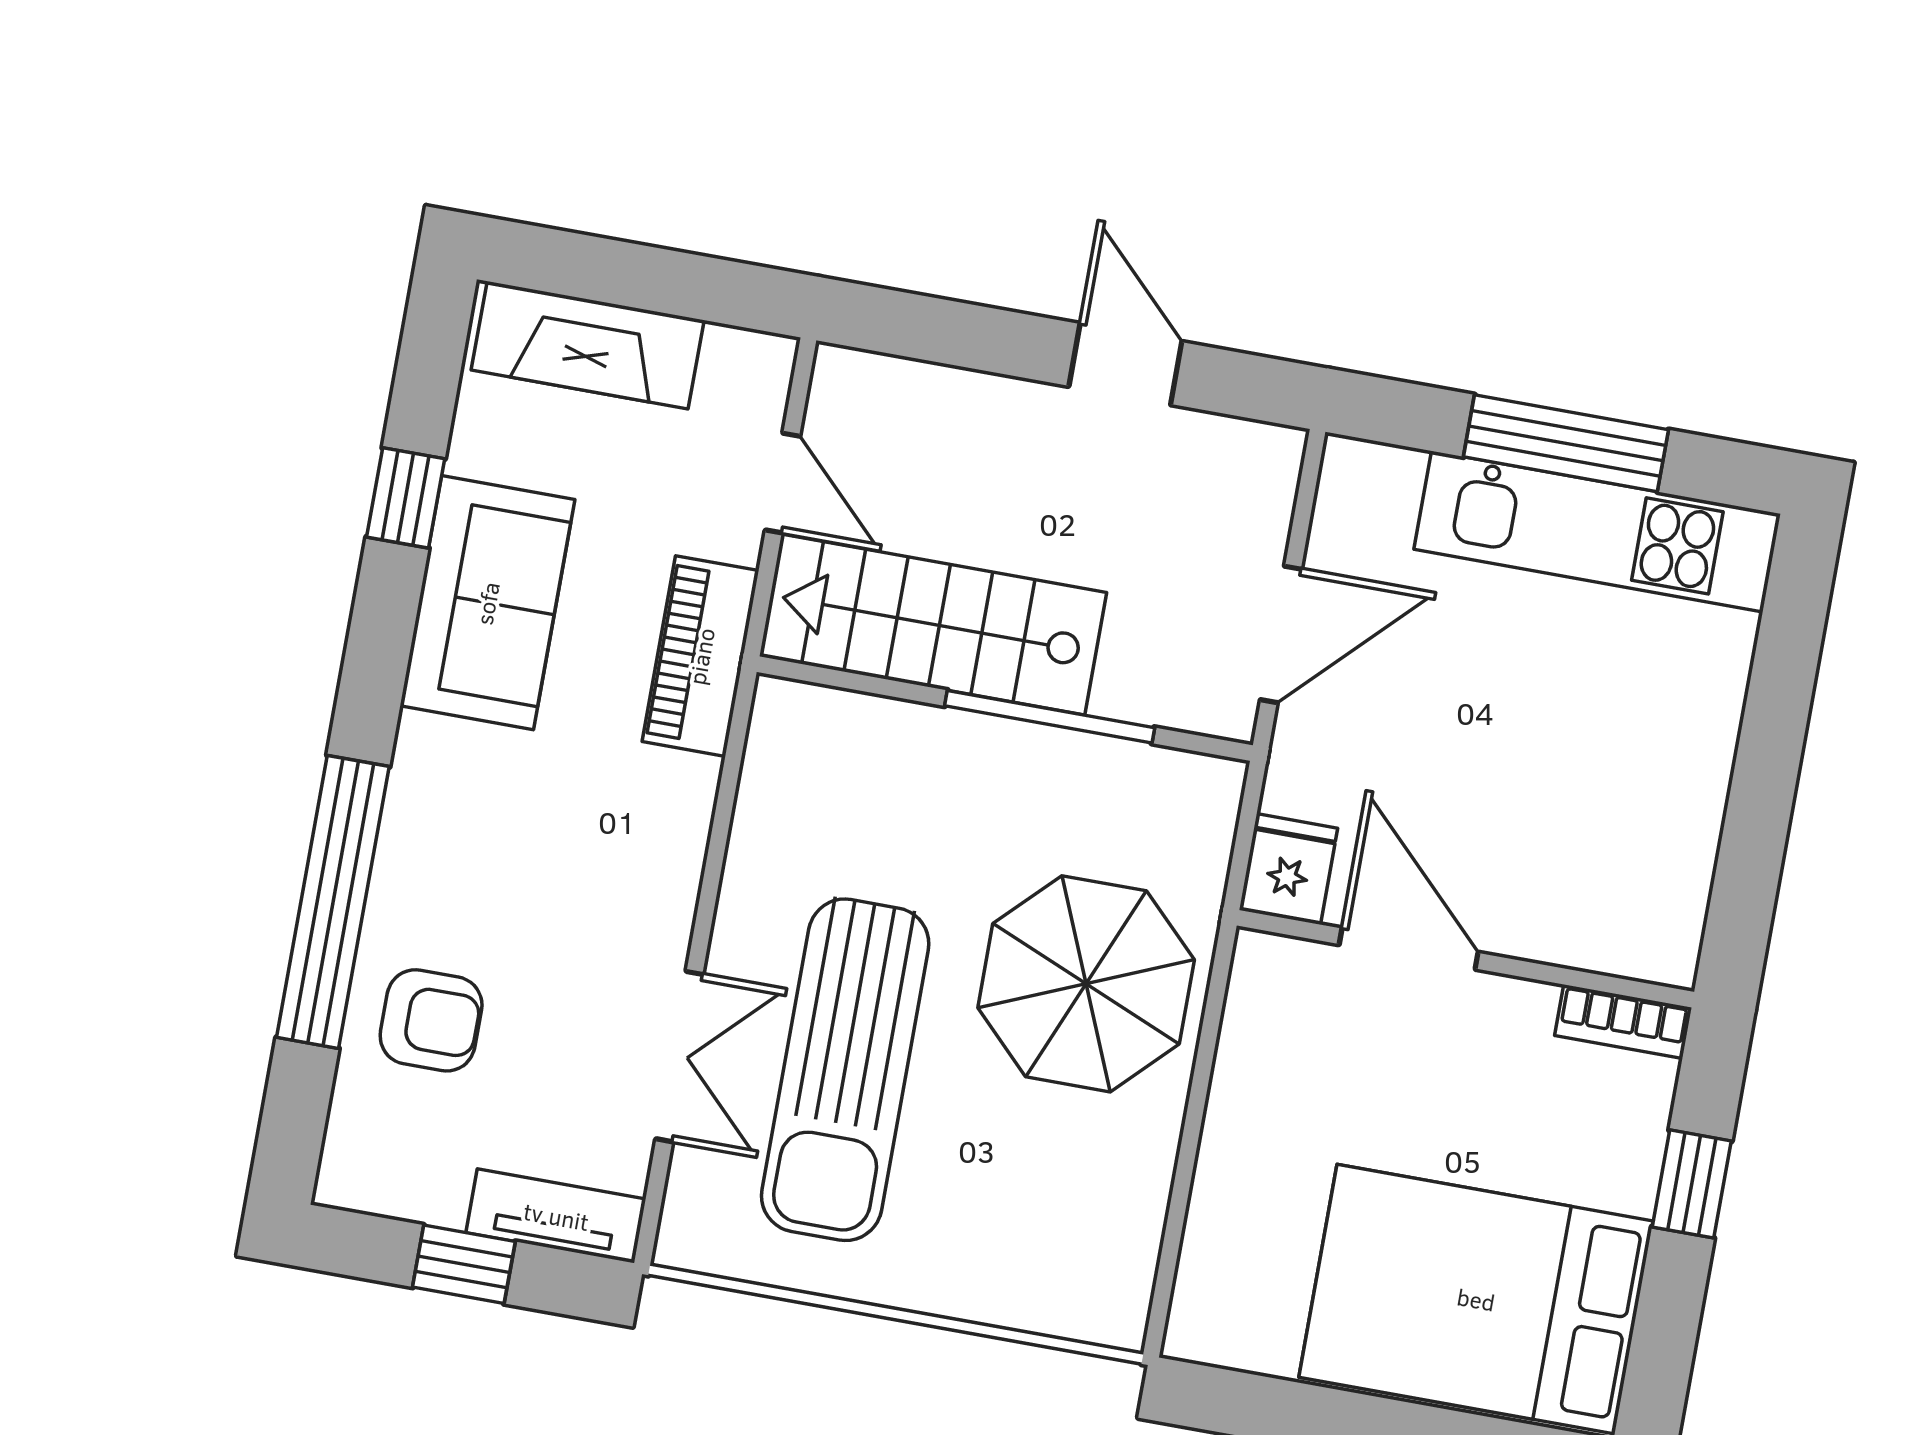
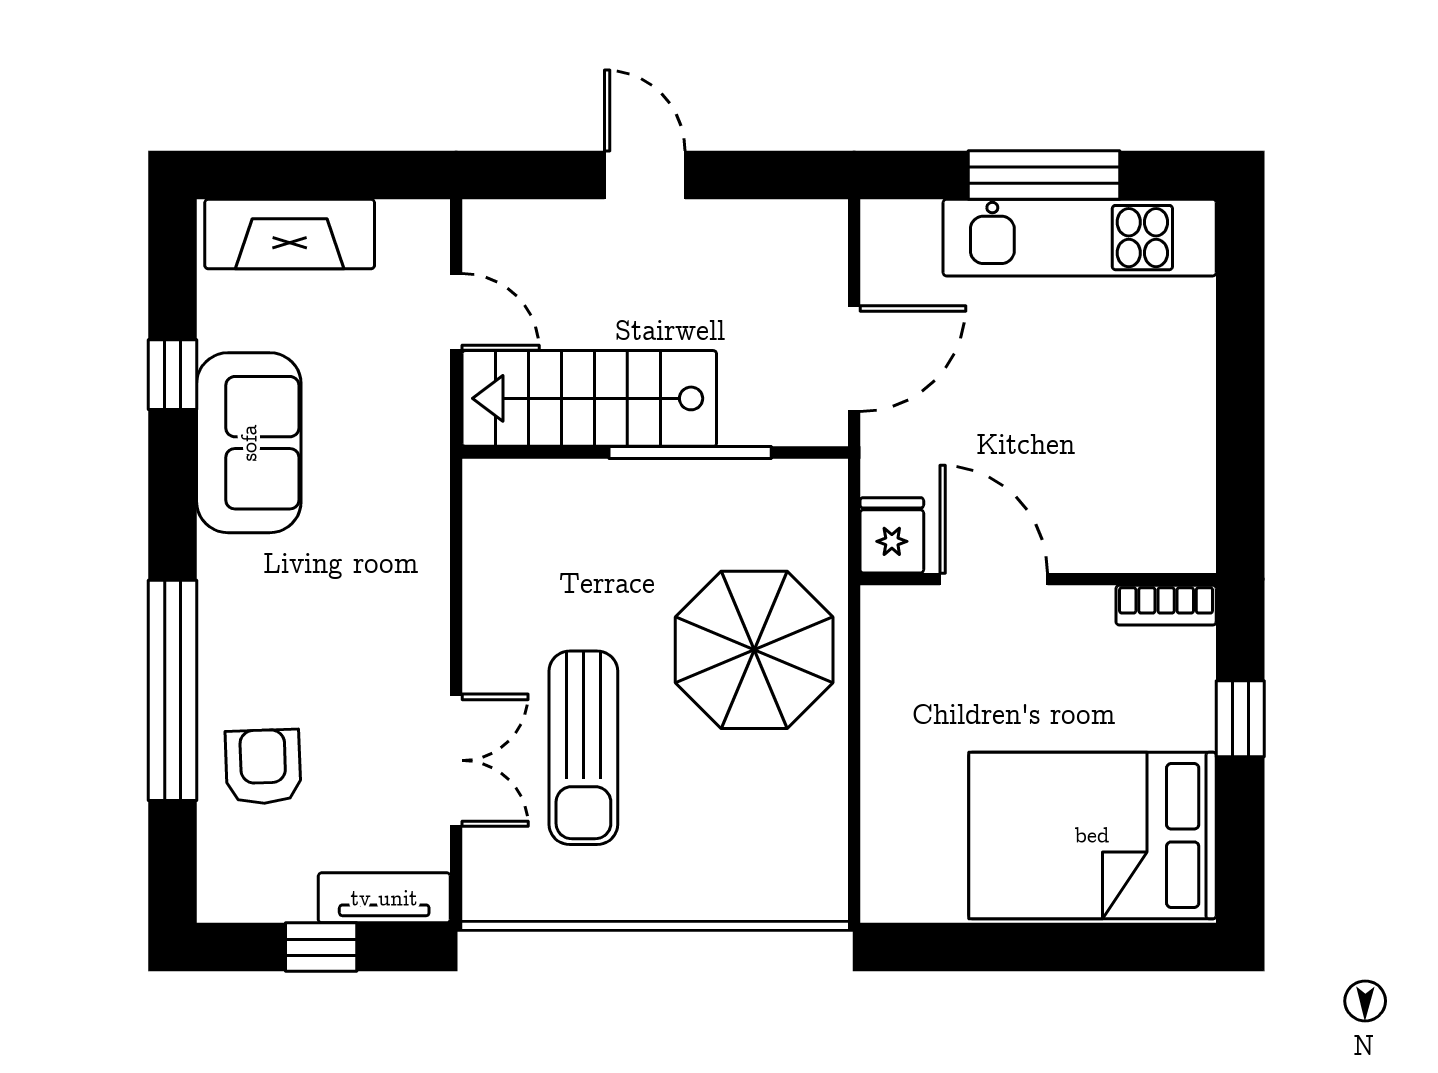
door: (1125, 364) -> (645, 175), moved
piano: (701, 656) -> (418, 454), removed
armchair: (431, 1020) -> (263, 767), turned -92
sun lounger: (845, 1070) -> (583, 748), width x0.73, depth x0.75

